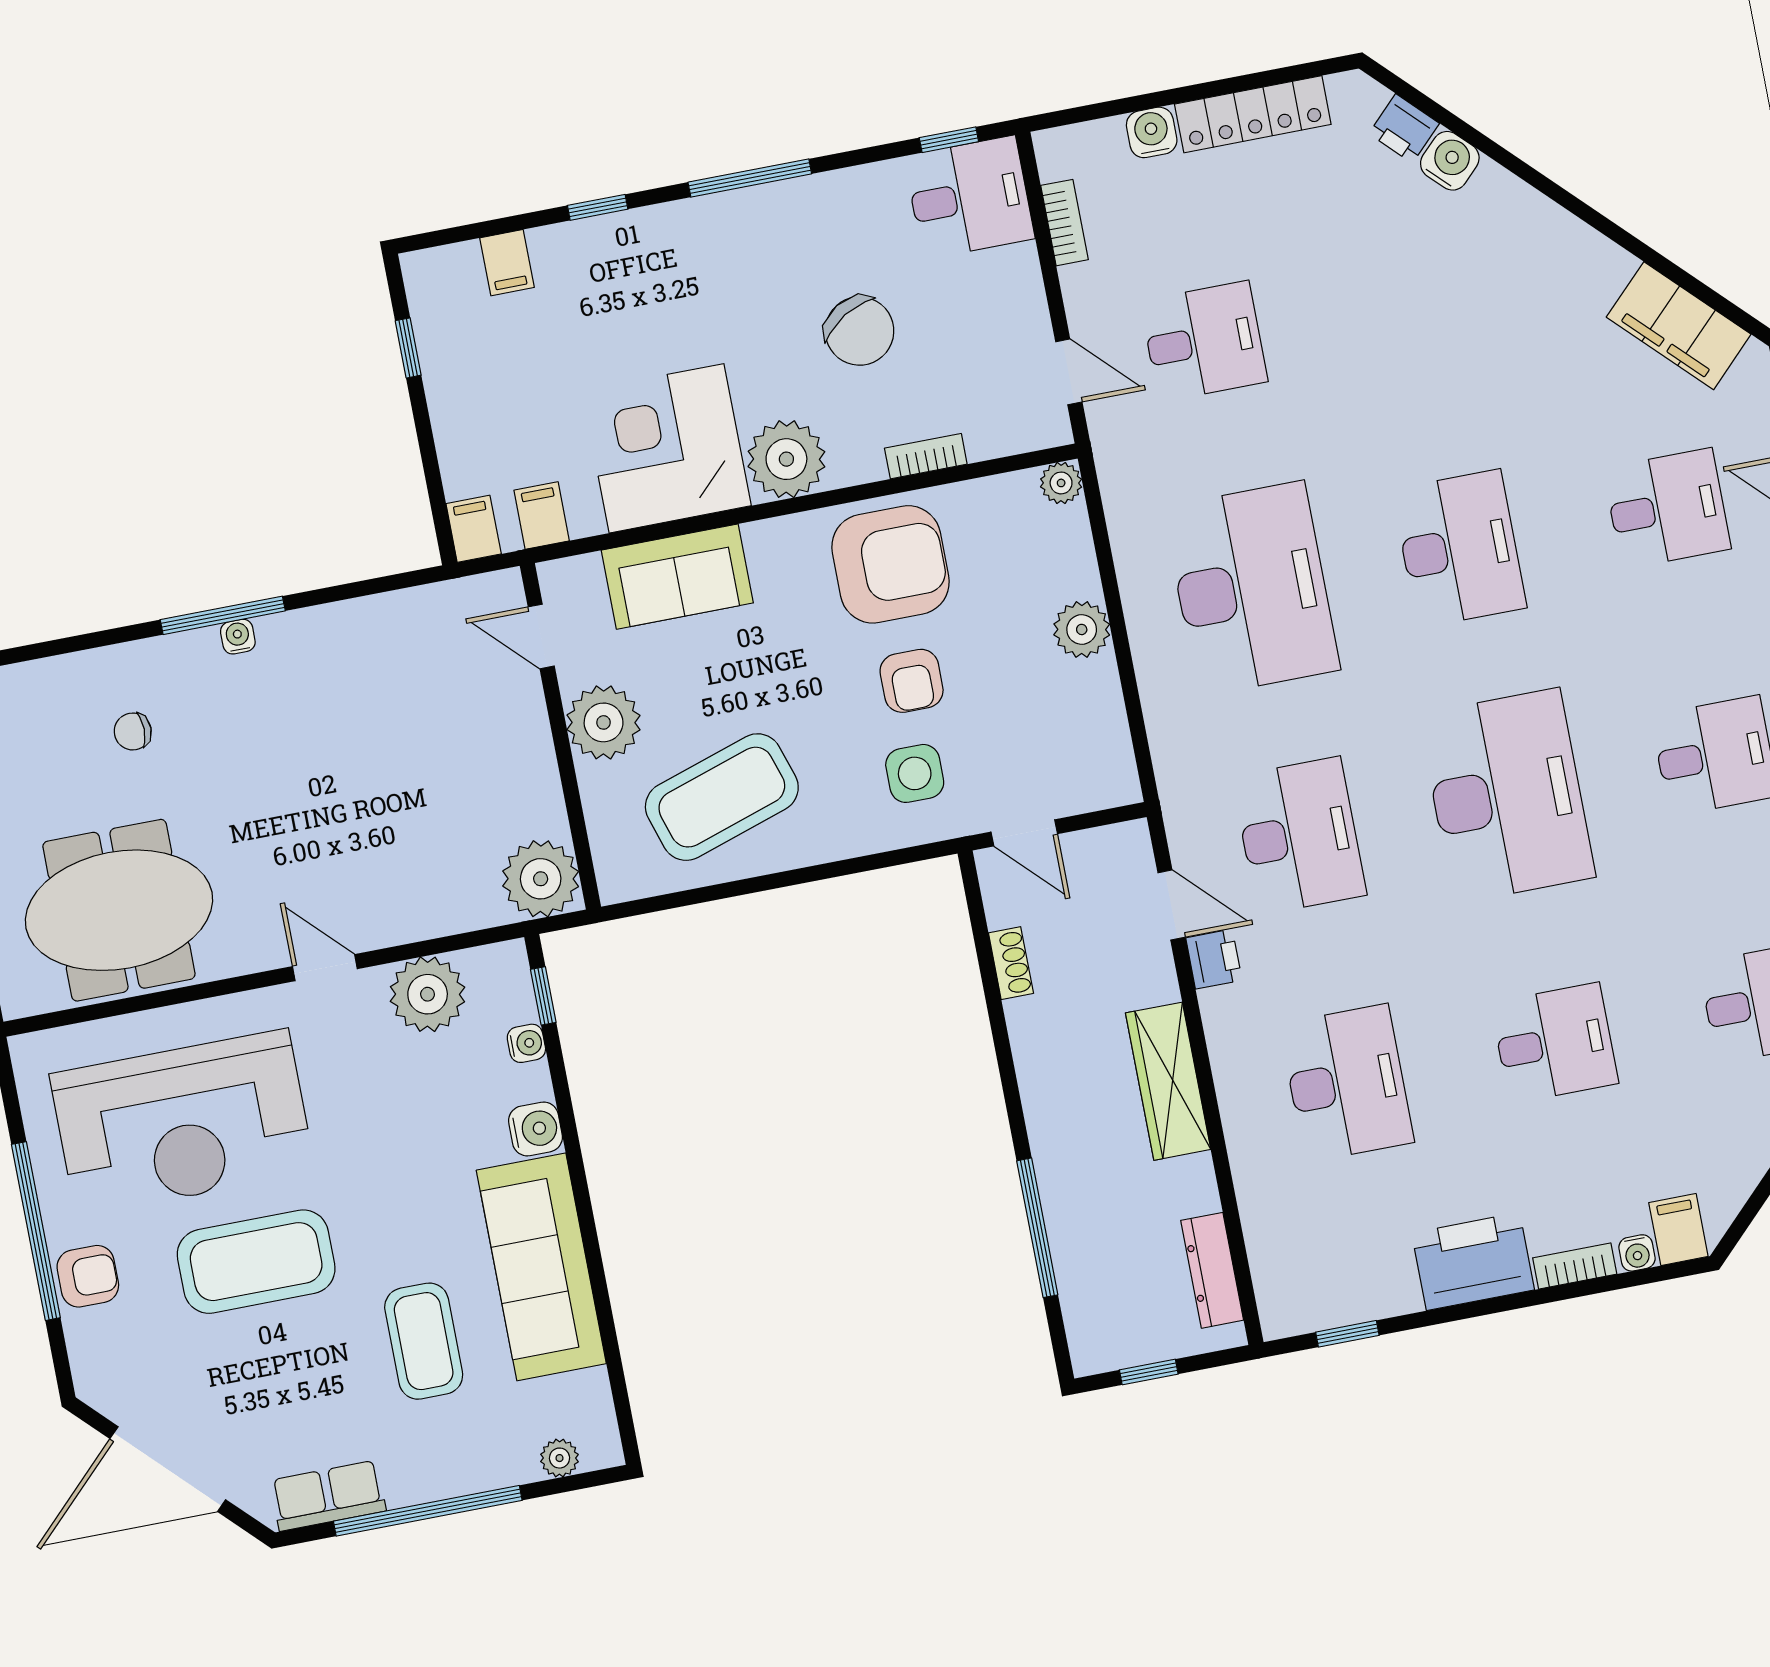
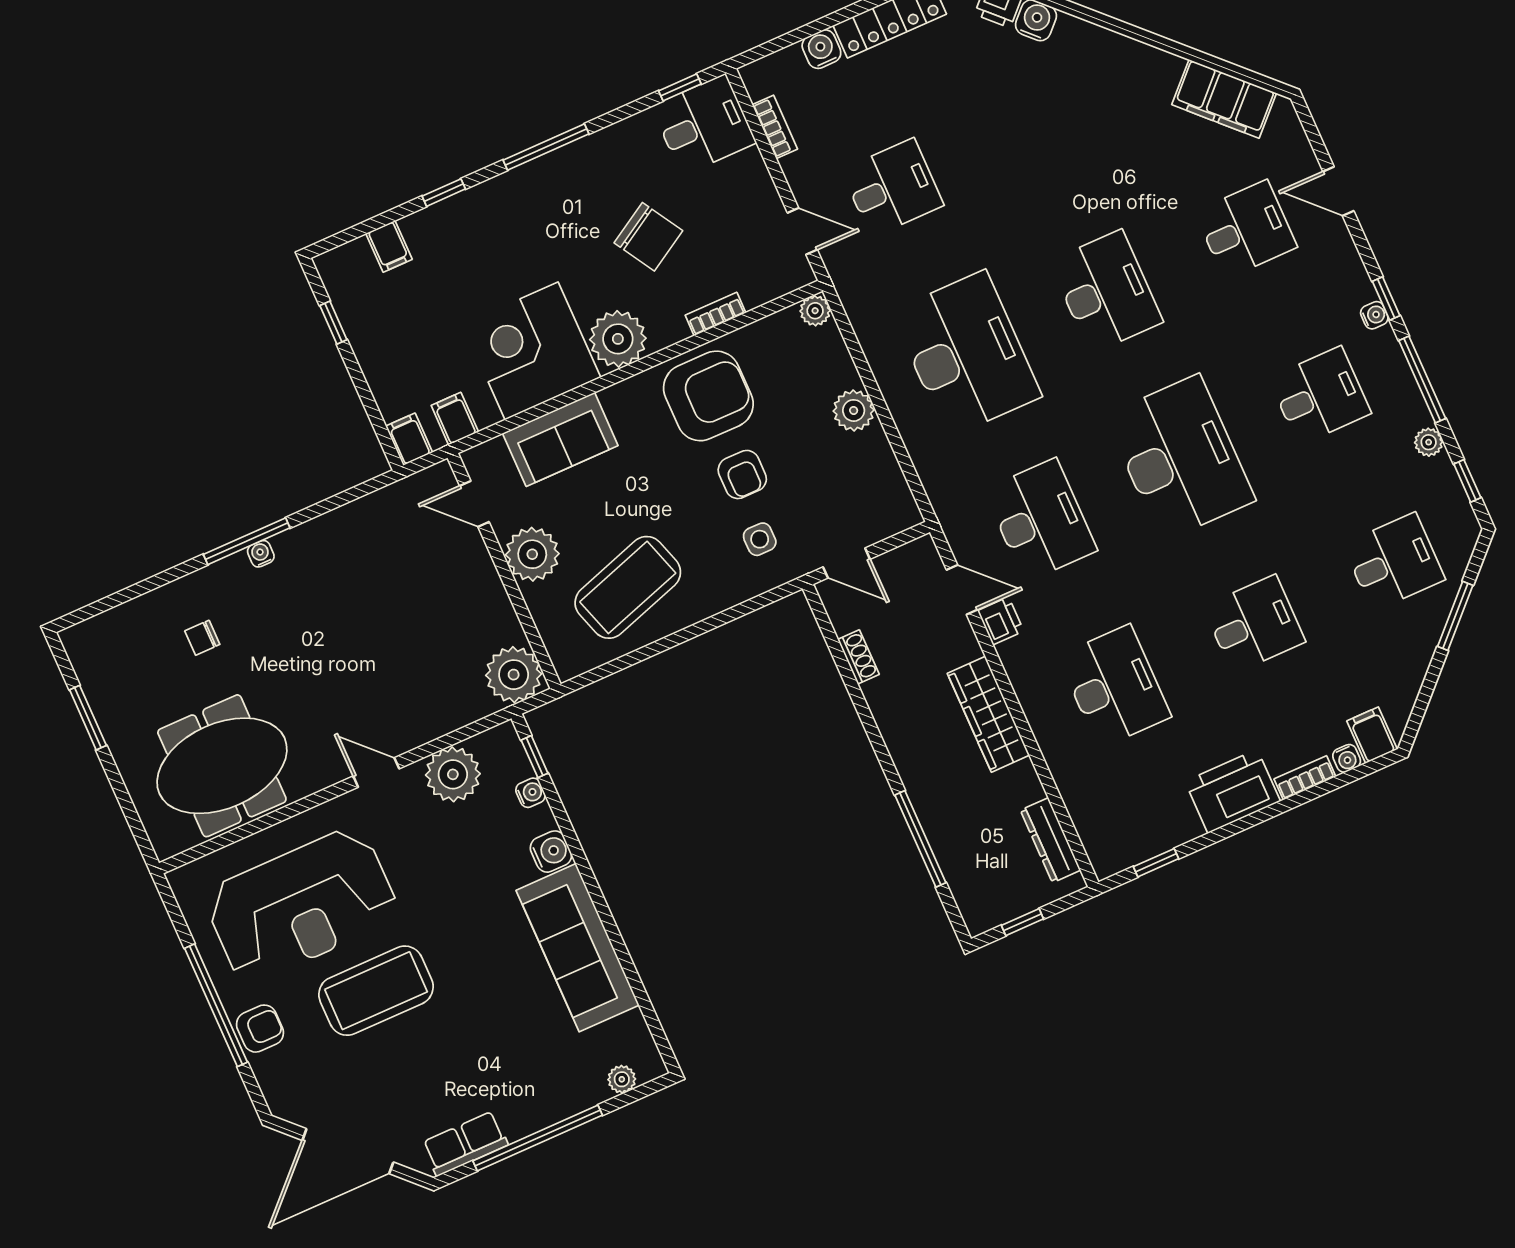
side table: (915, 773) -> (760, 539), width x0.73, depth x0.73
coffee table: (424, 1341) -> (507, 1019), removed

